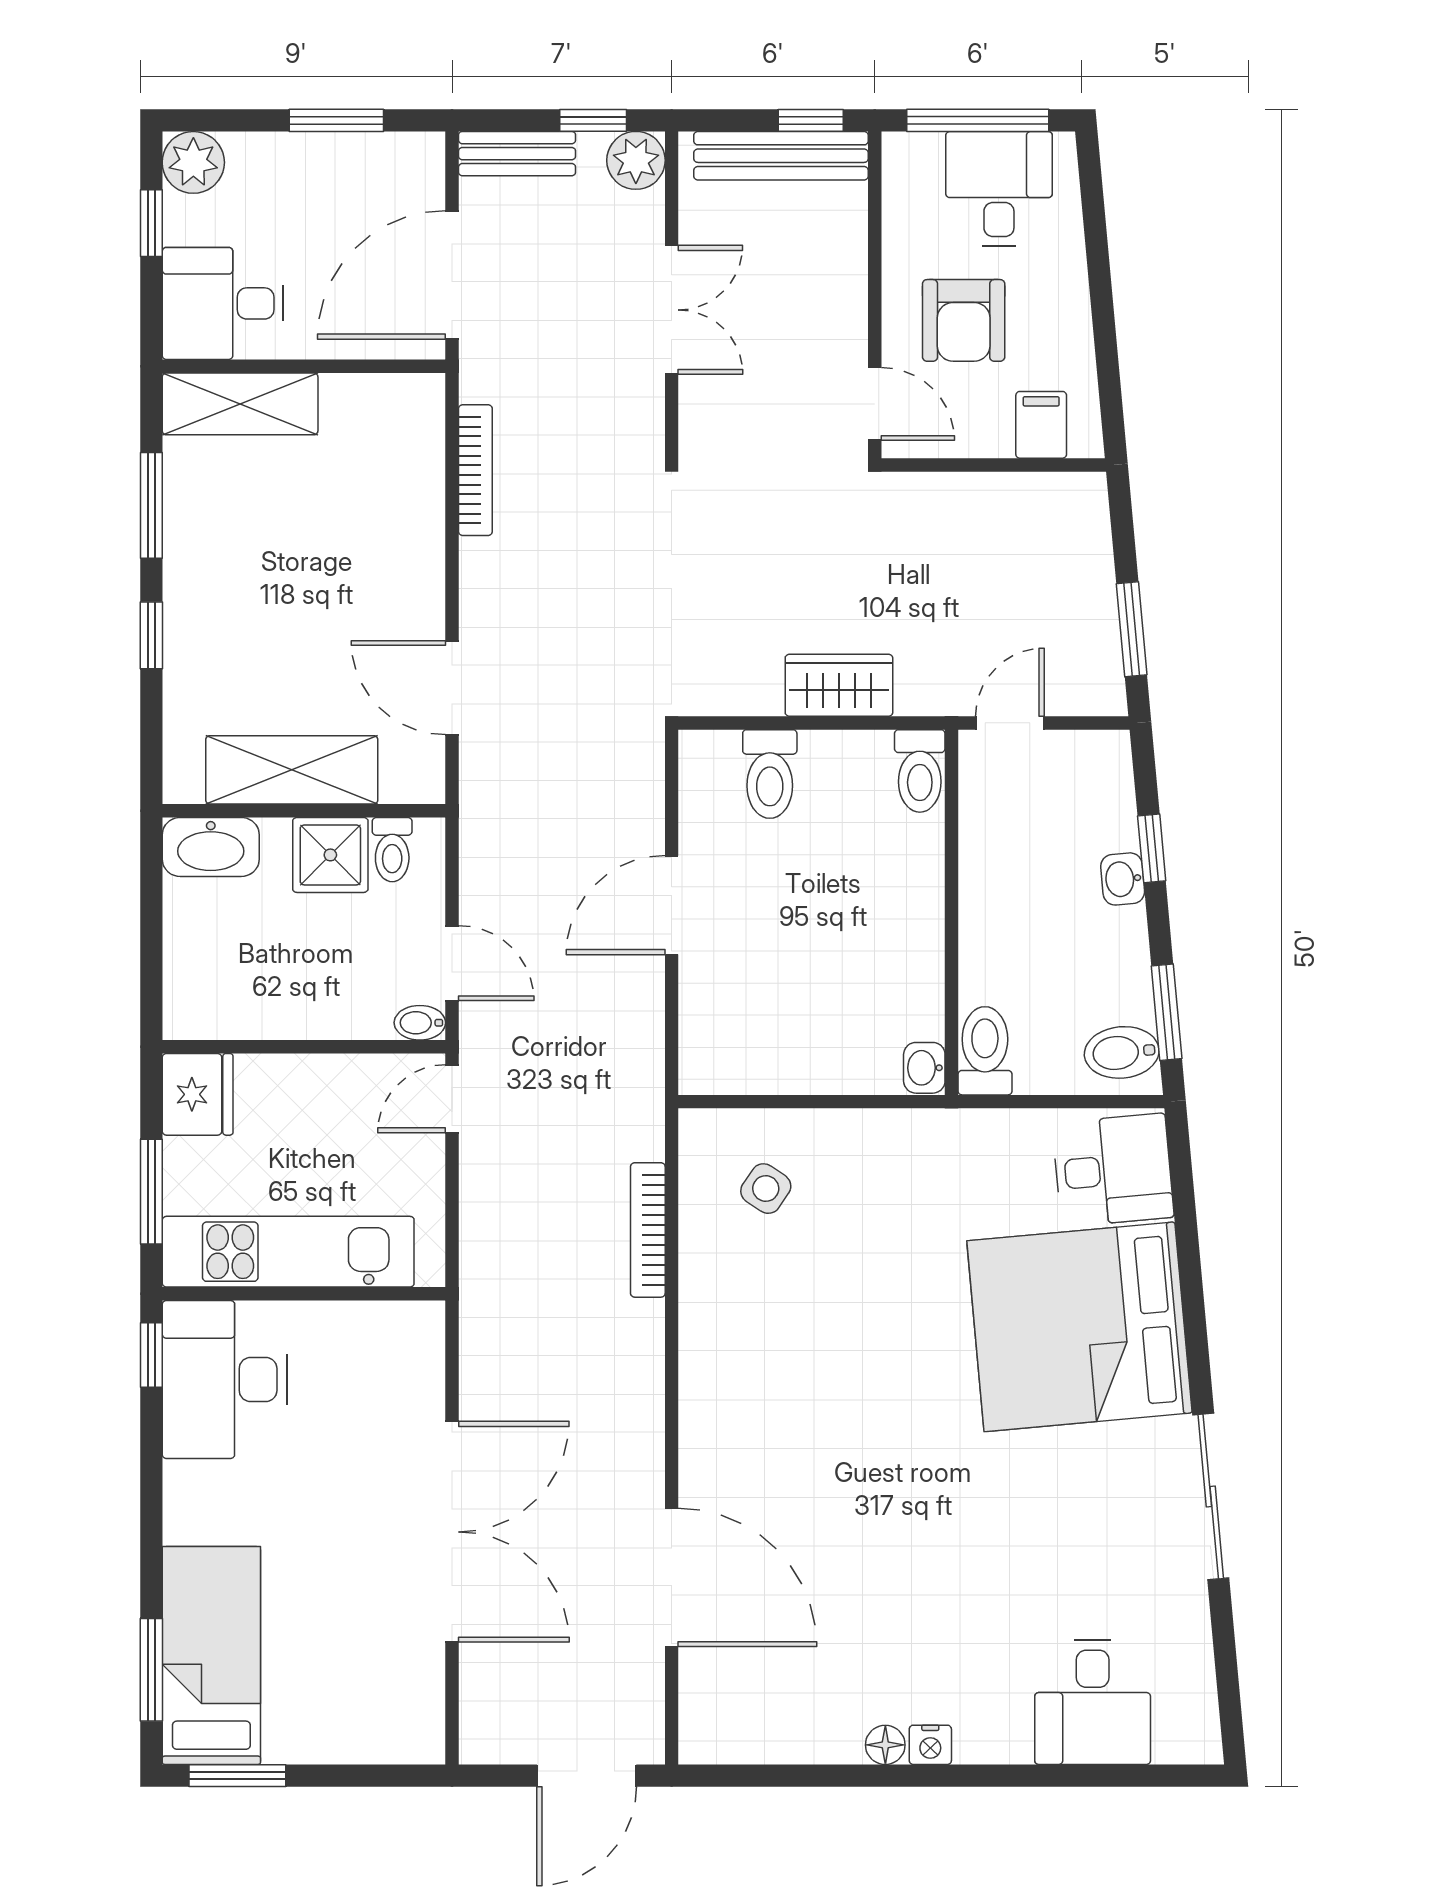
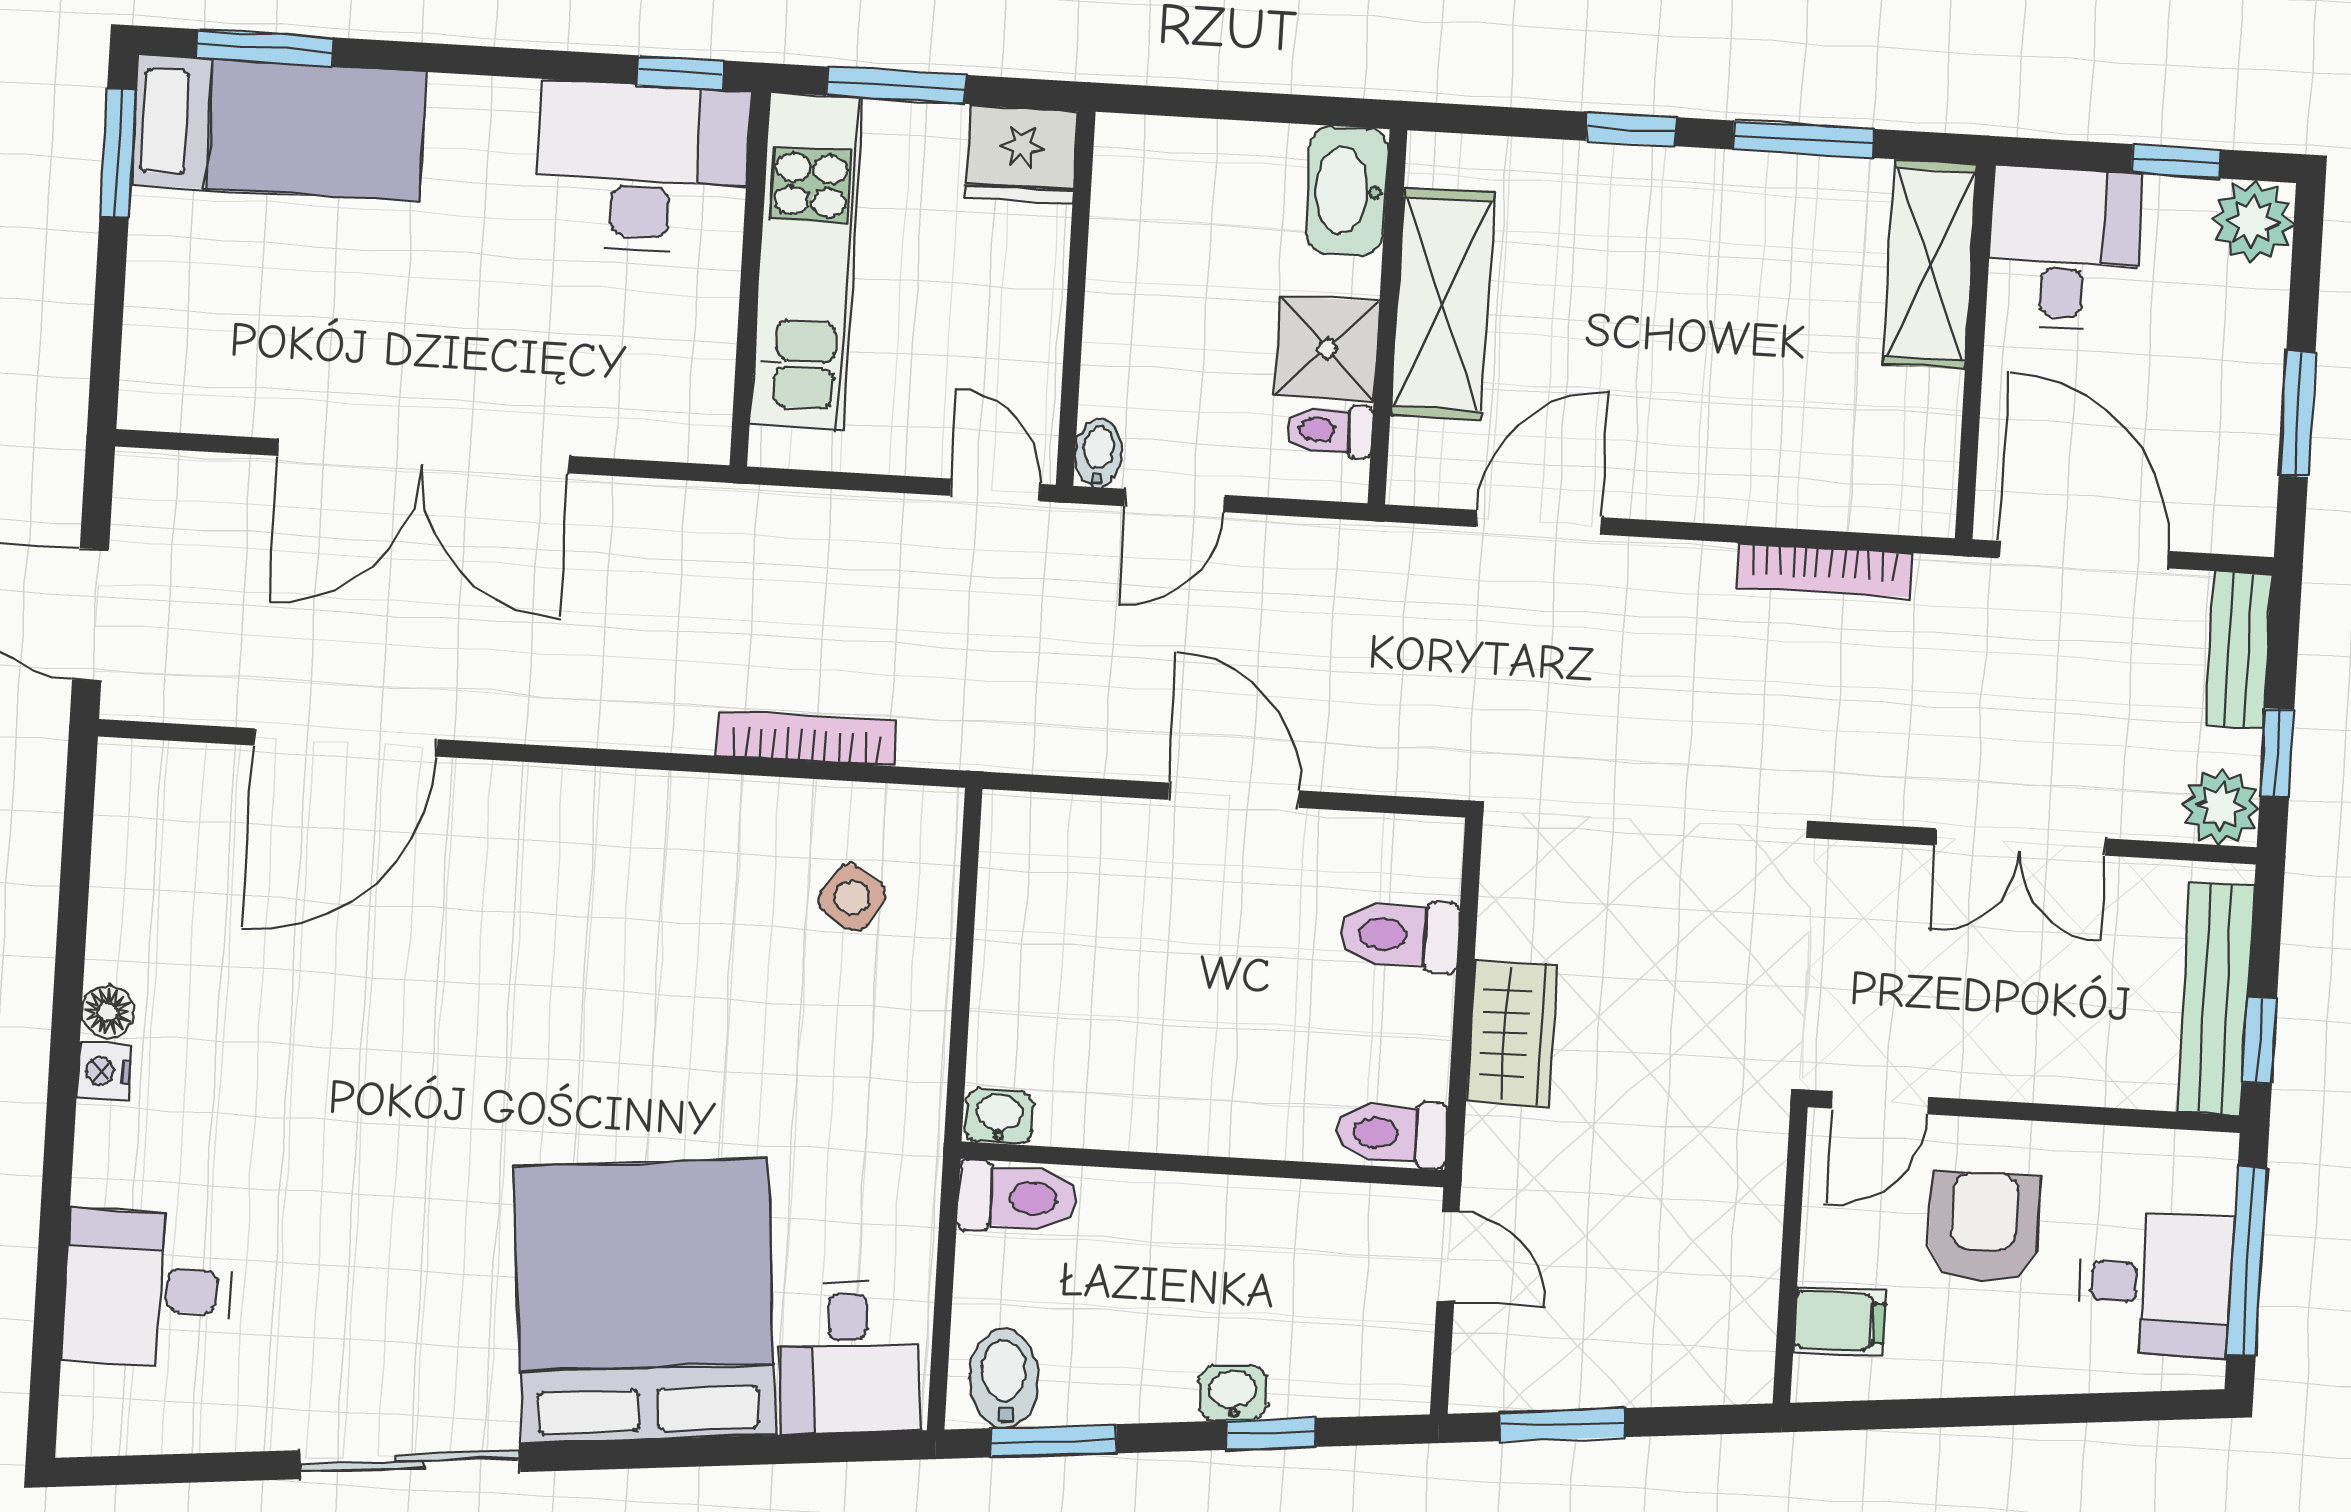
armchair: (964, 320) -> (1984, 1227), turned 90

